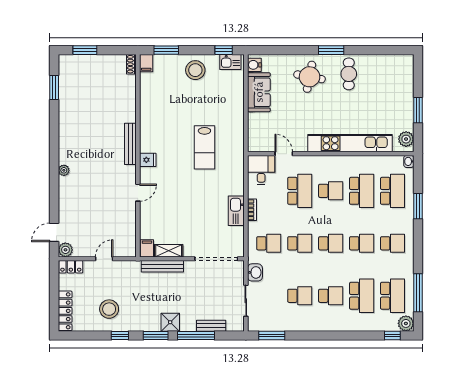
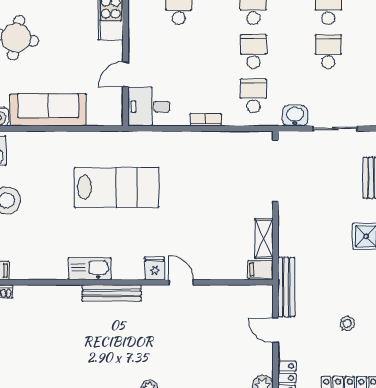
sofa: (259, 92) -> (48, 110), width x1.36
lab bench: (204, 147) -> (117, 187), width x1.36, depth x1.39
fridge: (148, 160) -> (155, 268), moved
school desk: (300, 191) -> (179, 52), removed
kitchen sink: (236, 211) -> (90, 269), moved, turned 180
bench: (162, 266) -> (286, 287), moved
stool: (109, 309) -> (347, 323), width x0.53, depth x0.53

